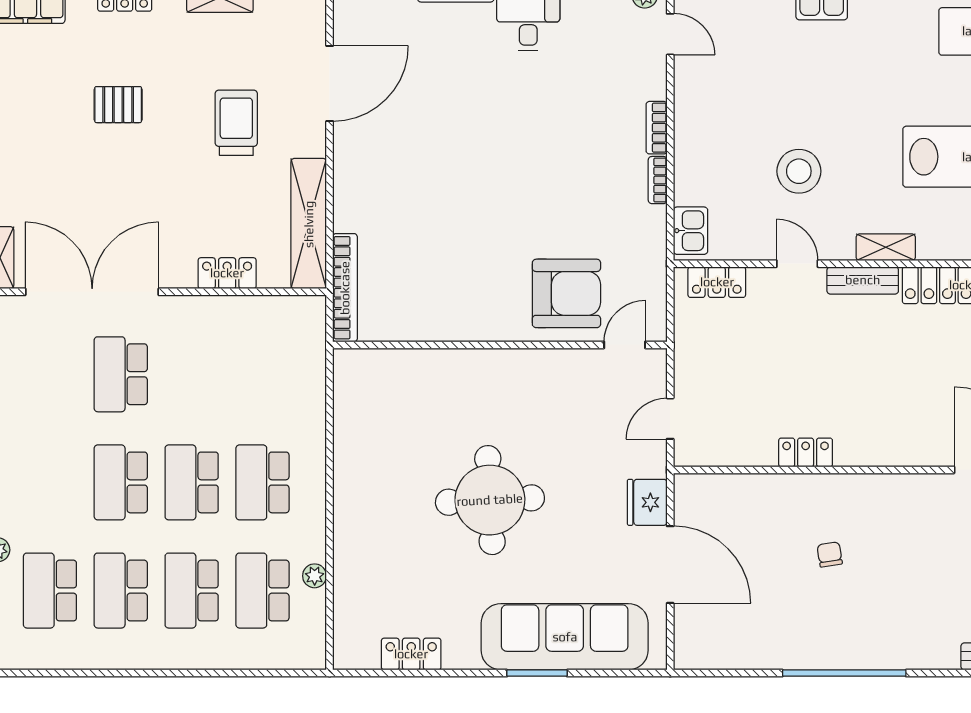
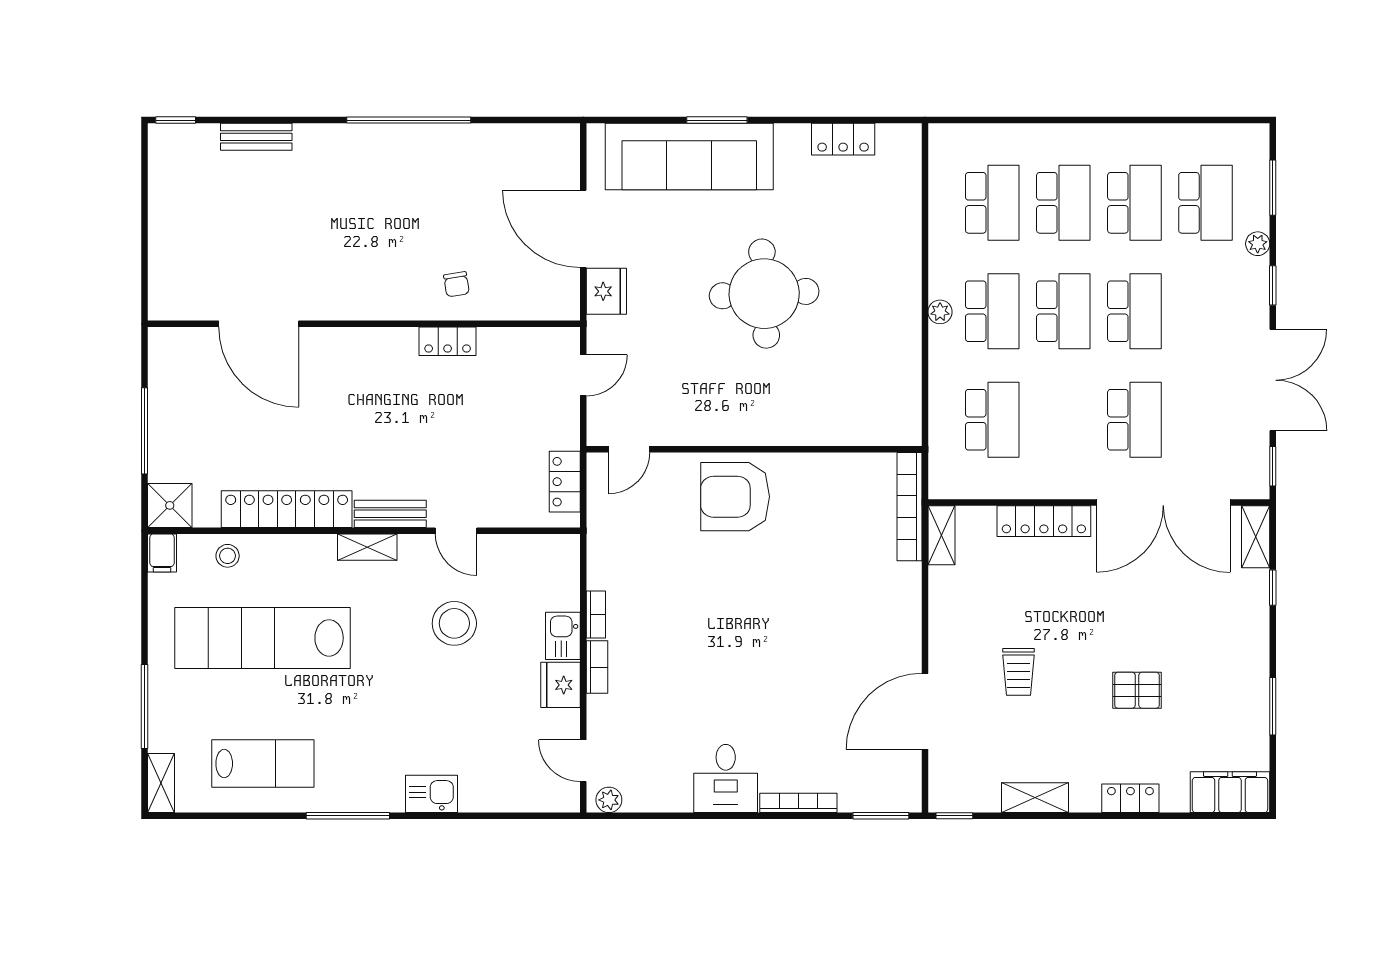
fridge: (693, 110) -> (561, 685), added
trolley: (236, 123) -> (1019, 672), width x0.73, depth x0.72
shelving: (309, 224) -> (941, 535), width x0.45, depth x0.75
kitchen sink: (691, 231) -> (563, 636), moved
locker: (227, 273) -> (1044, 521), width x1.53
locker: (717, 282) -> (565, 482), moved, turned -90
armchair: (566, 293) -> (735, 497), moved
school desk: (262, 374) -> (992, 420), added
chair: (830, 554) -> (456, 284), moved
plant: (315, 576) -> (940, 312), moved

